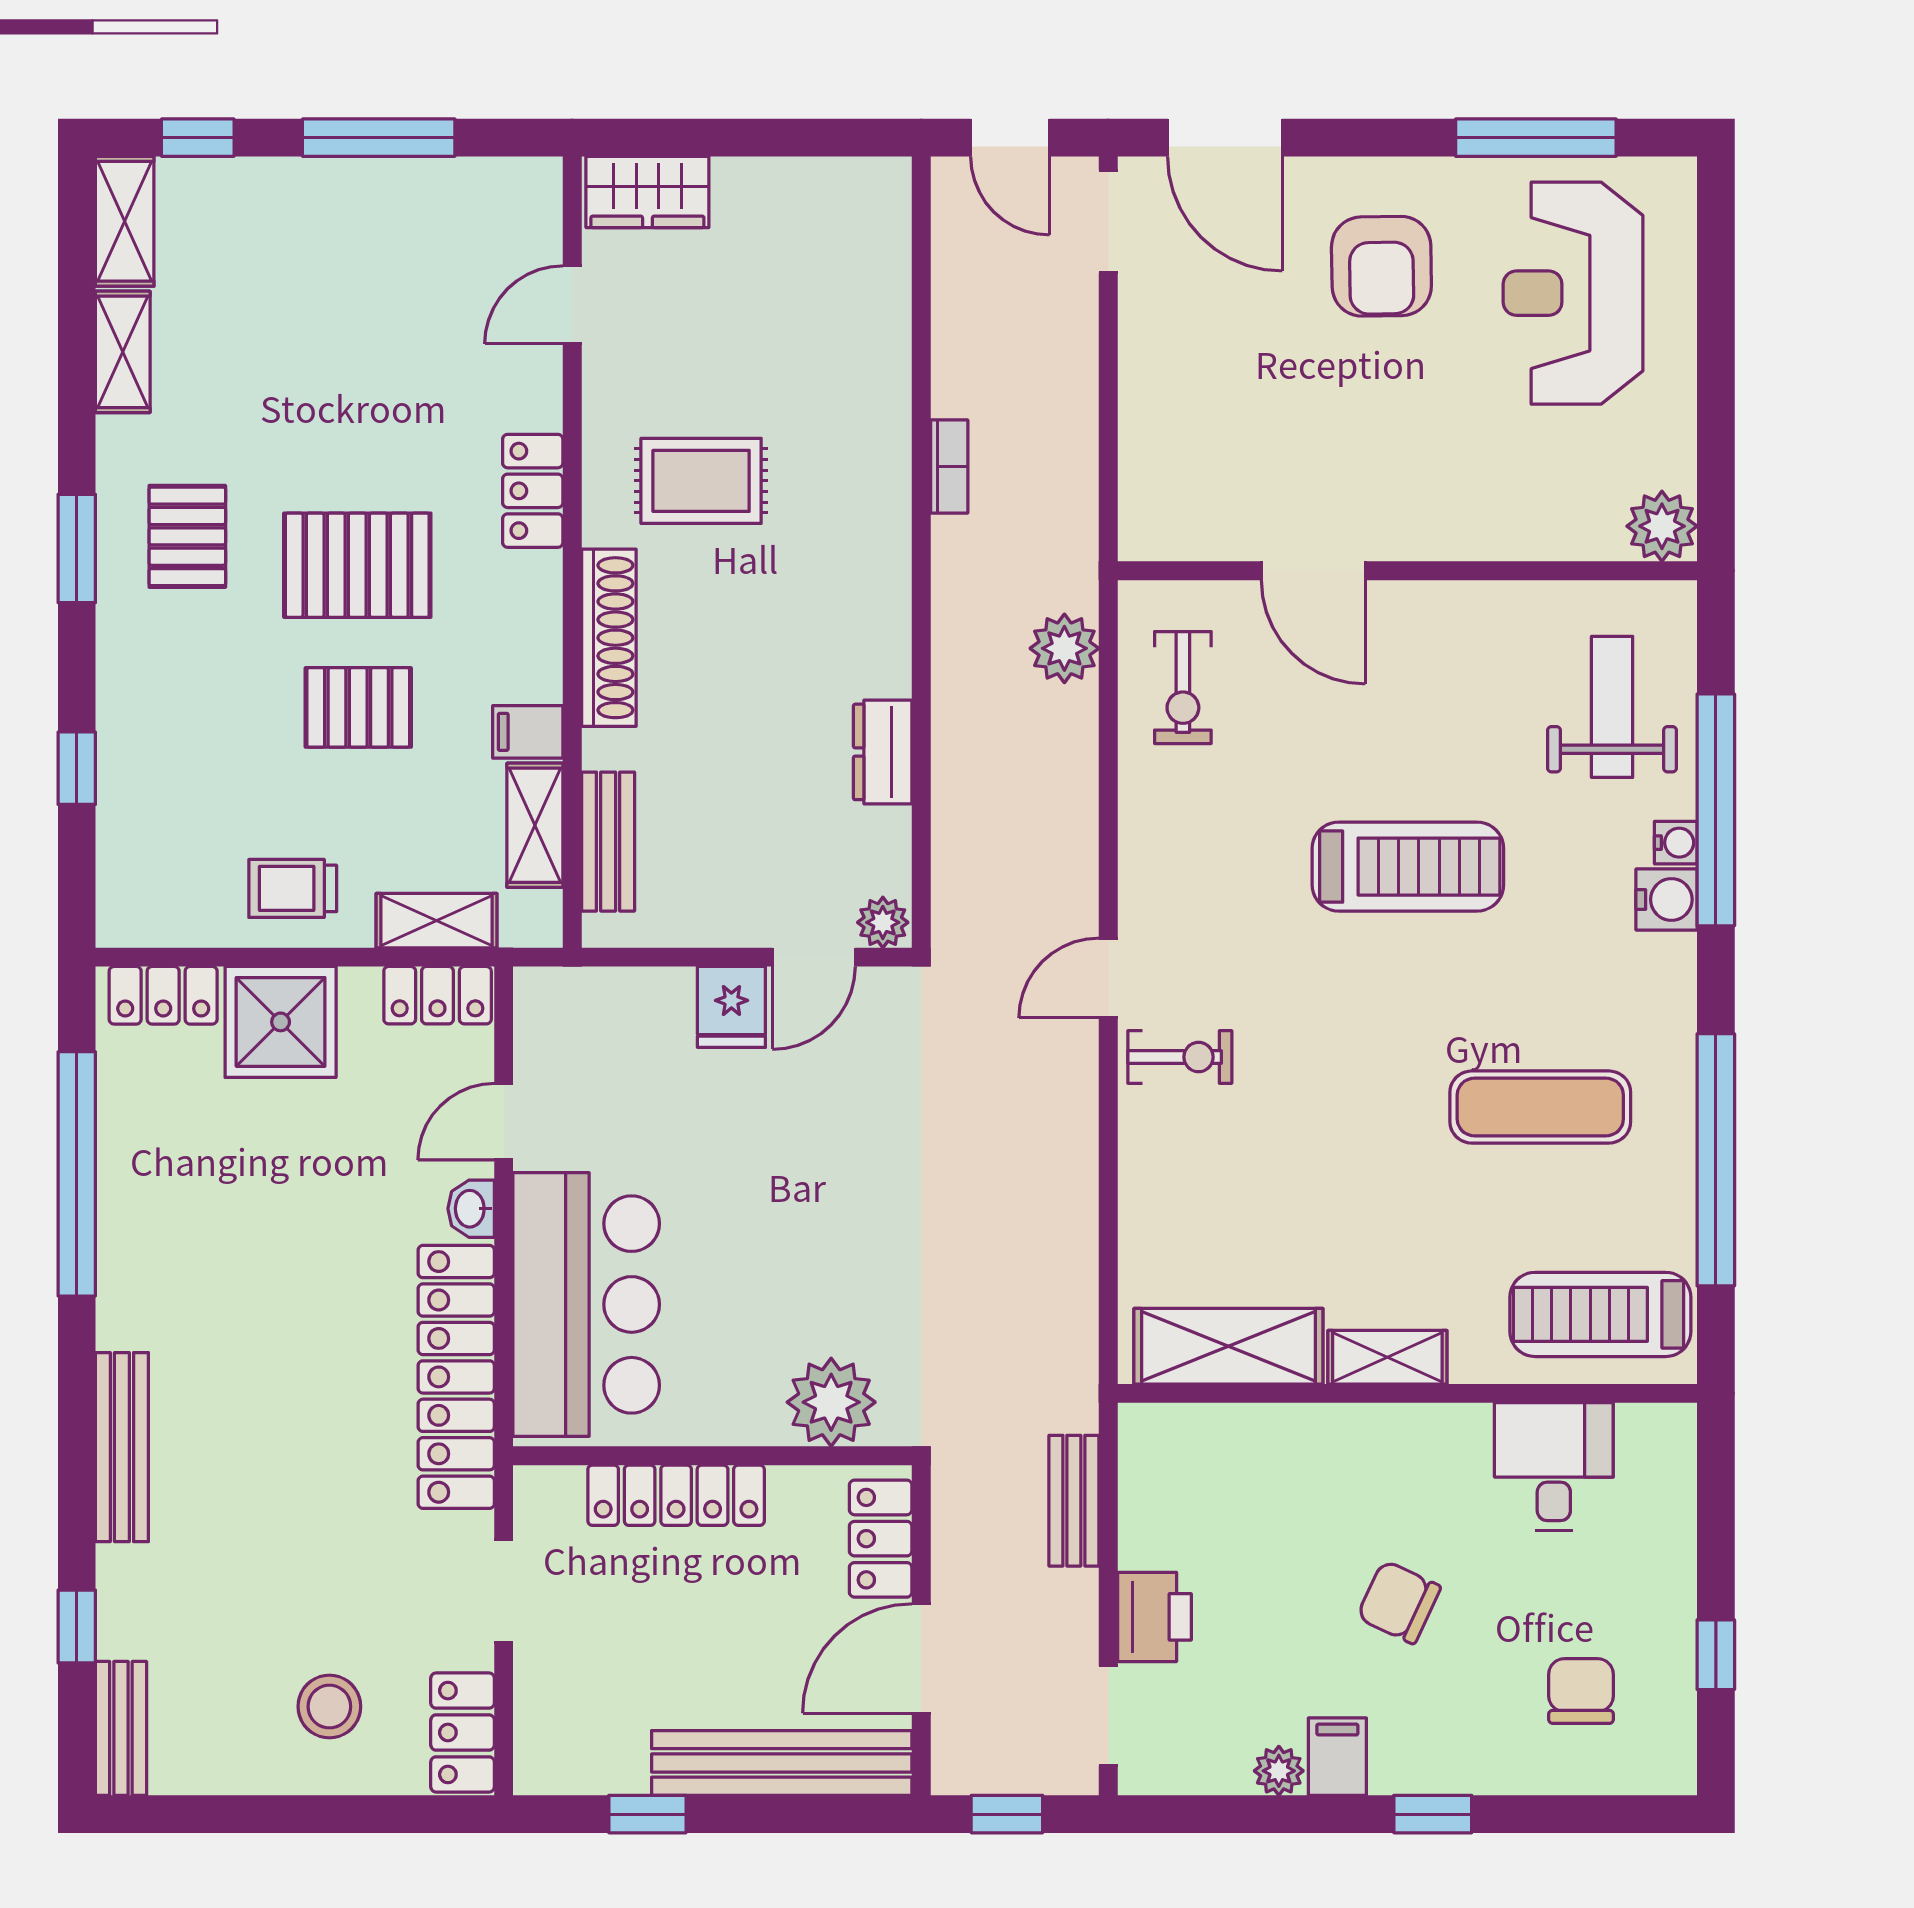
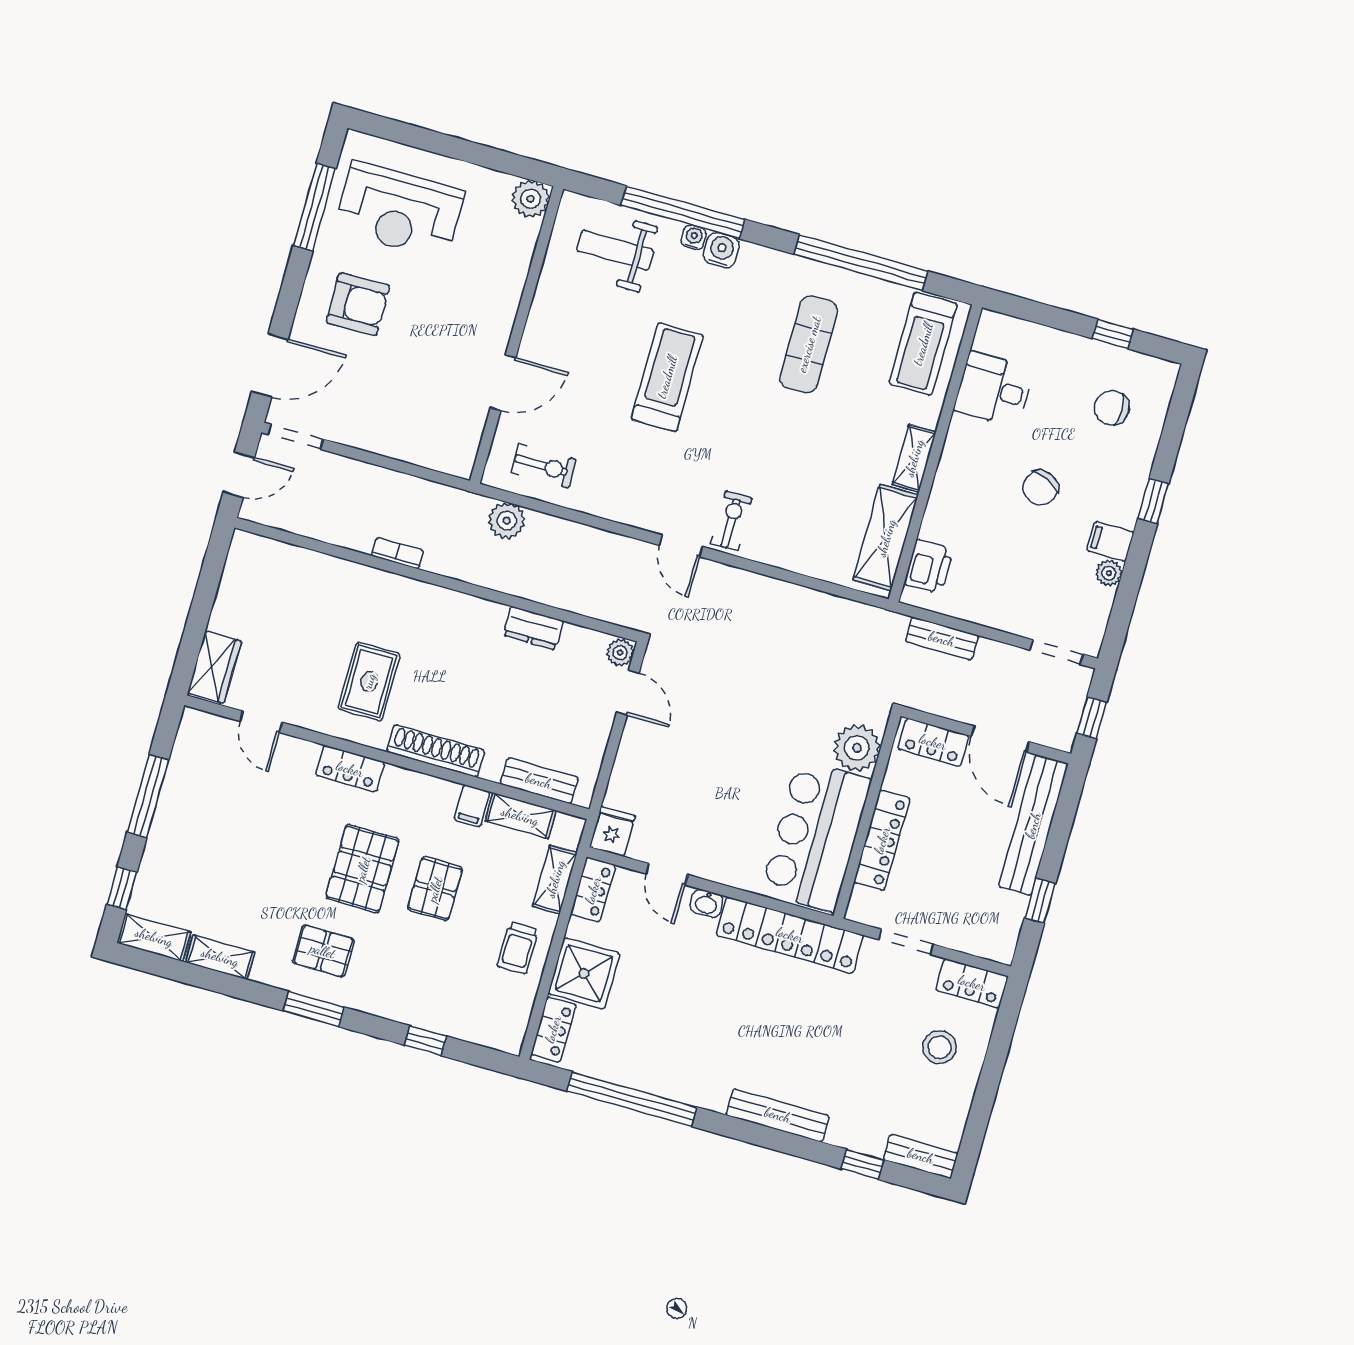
fridge: (731, 1007) -> (612, 831), moved, turned -90
bar counter: (586, 1304) -> (816, 836), moved, turned -90
printer: (1154, 1617) -> (929, 566), moved, turned 90

